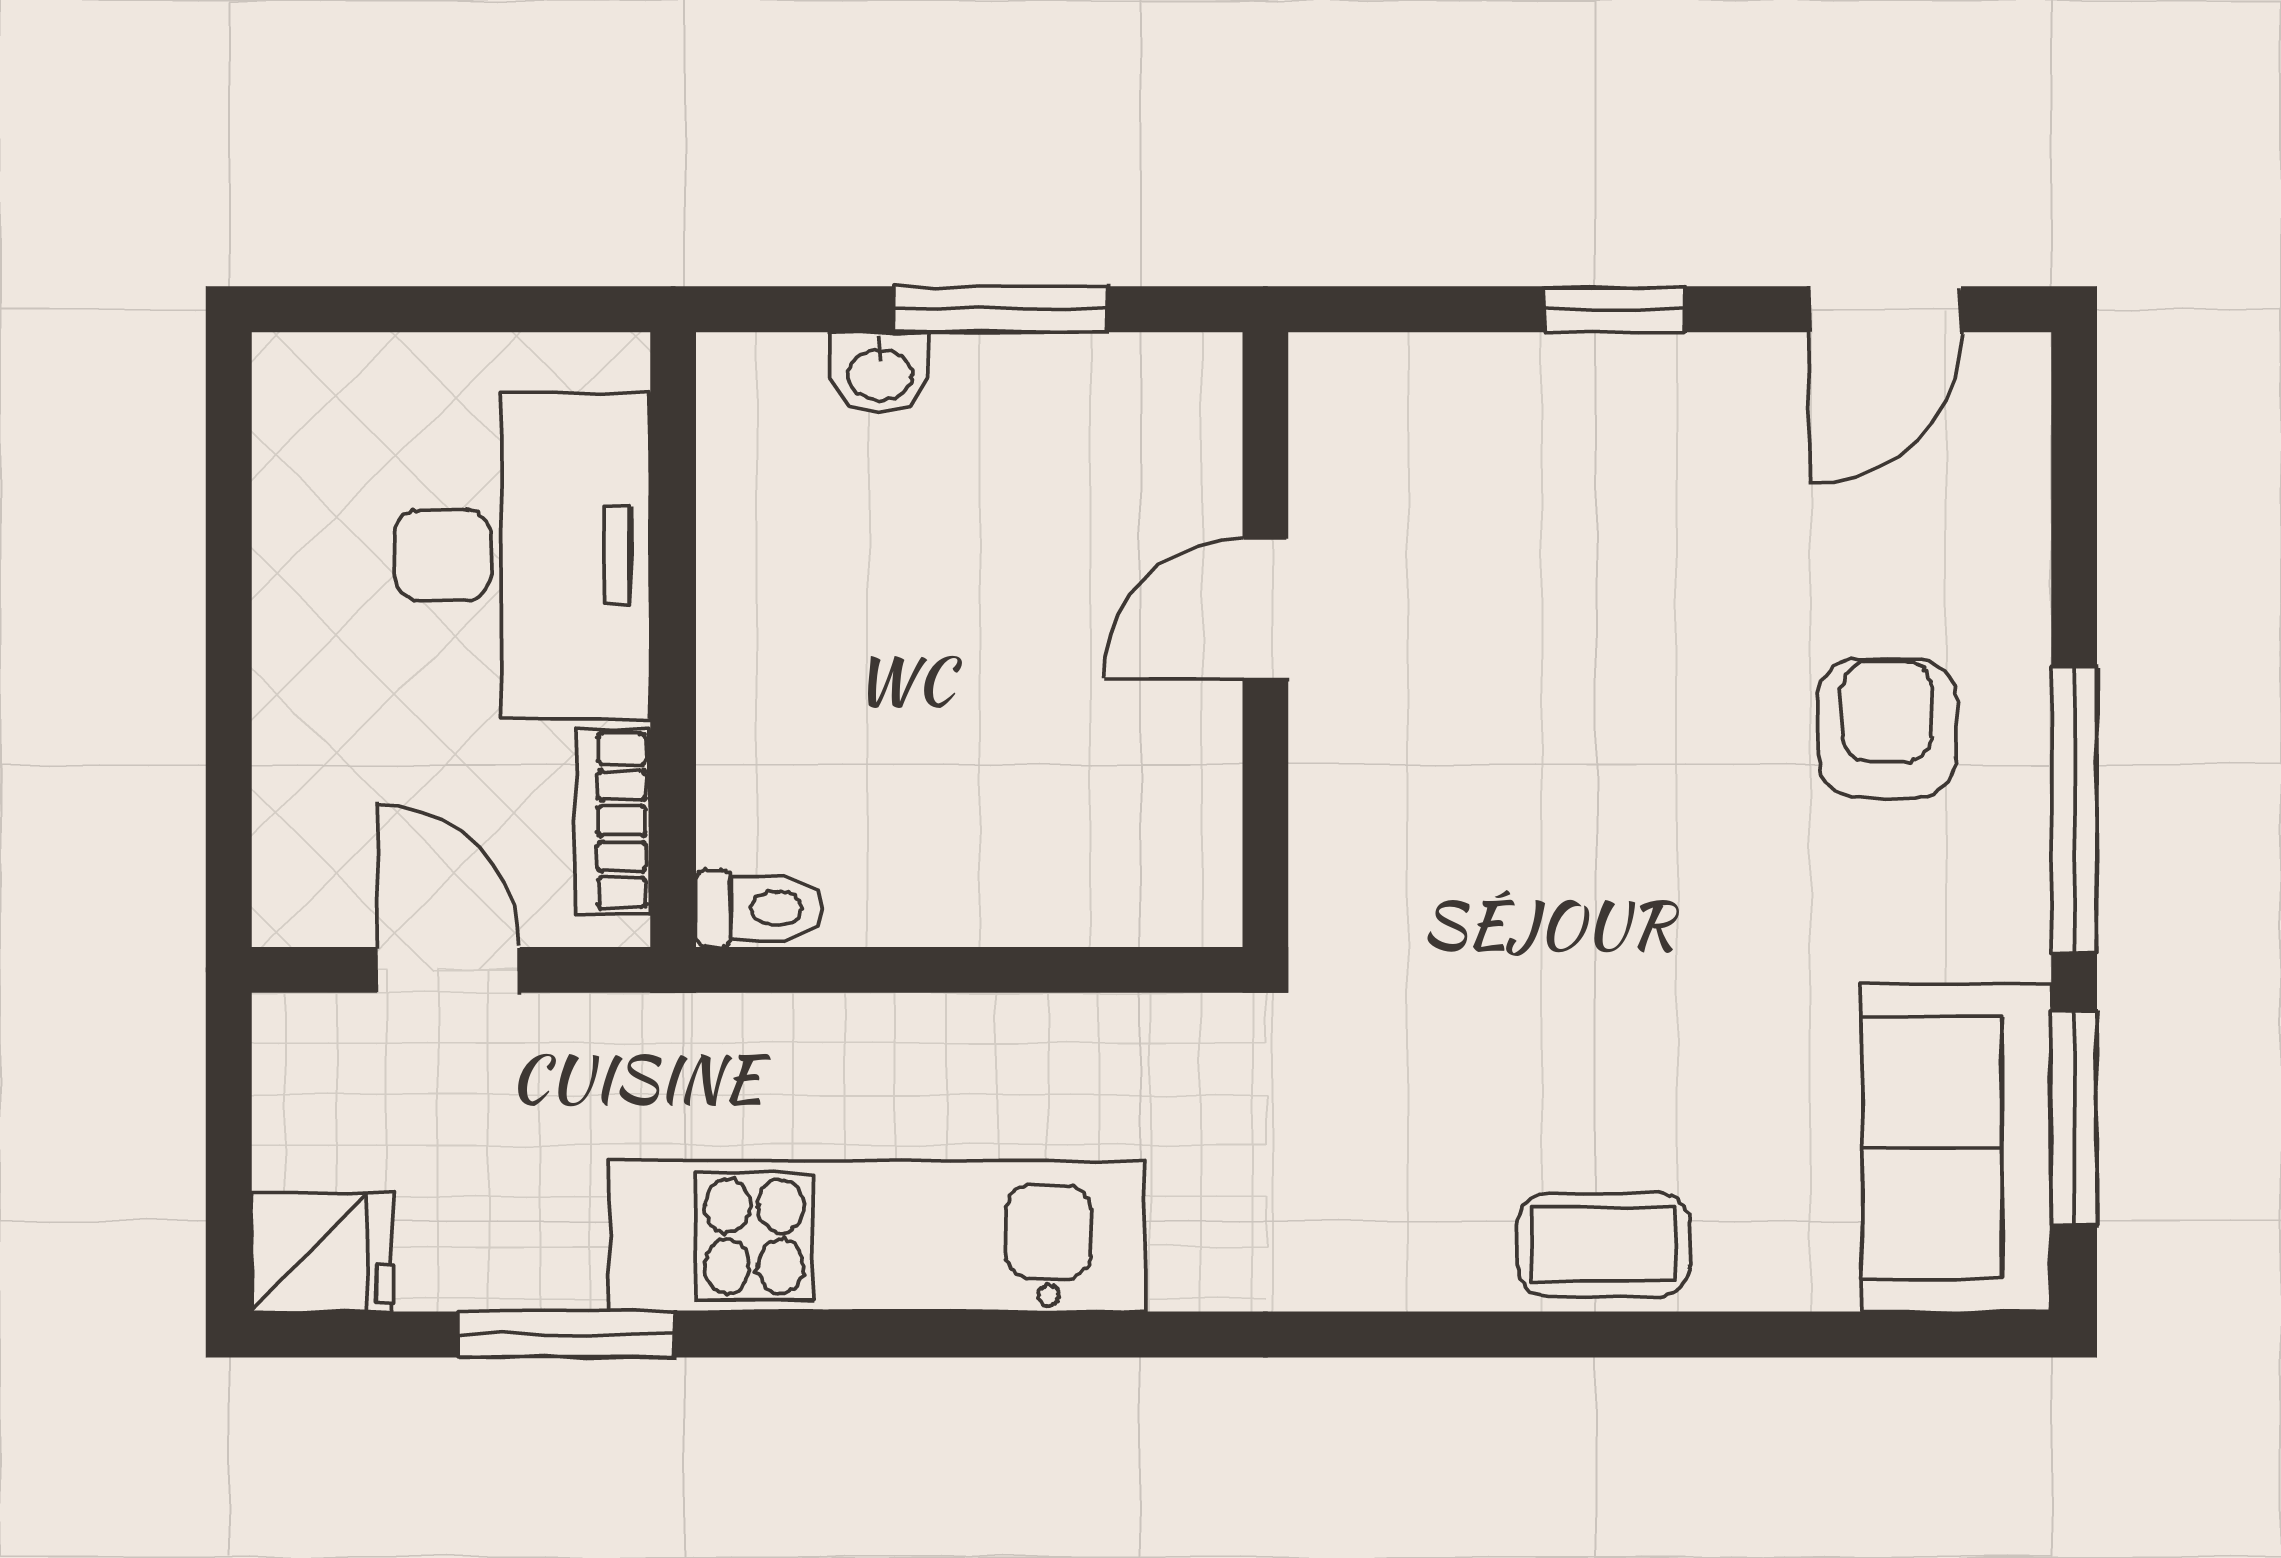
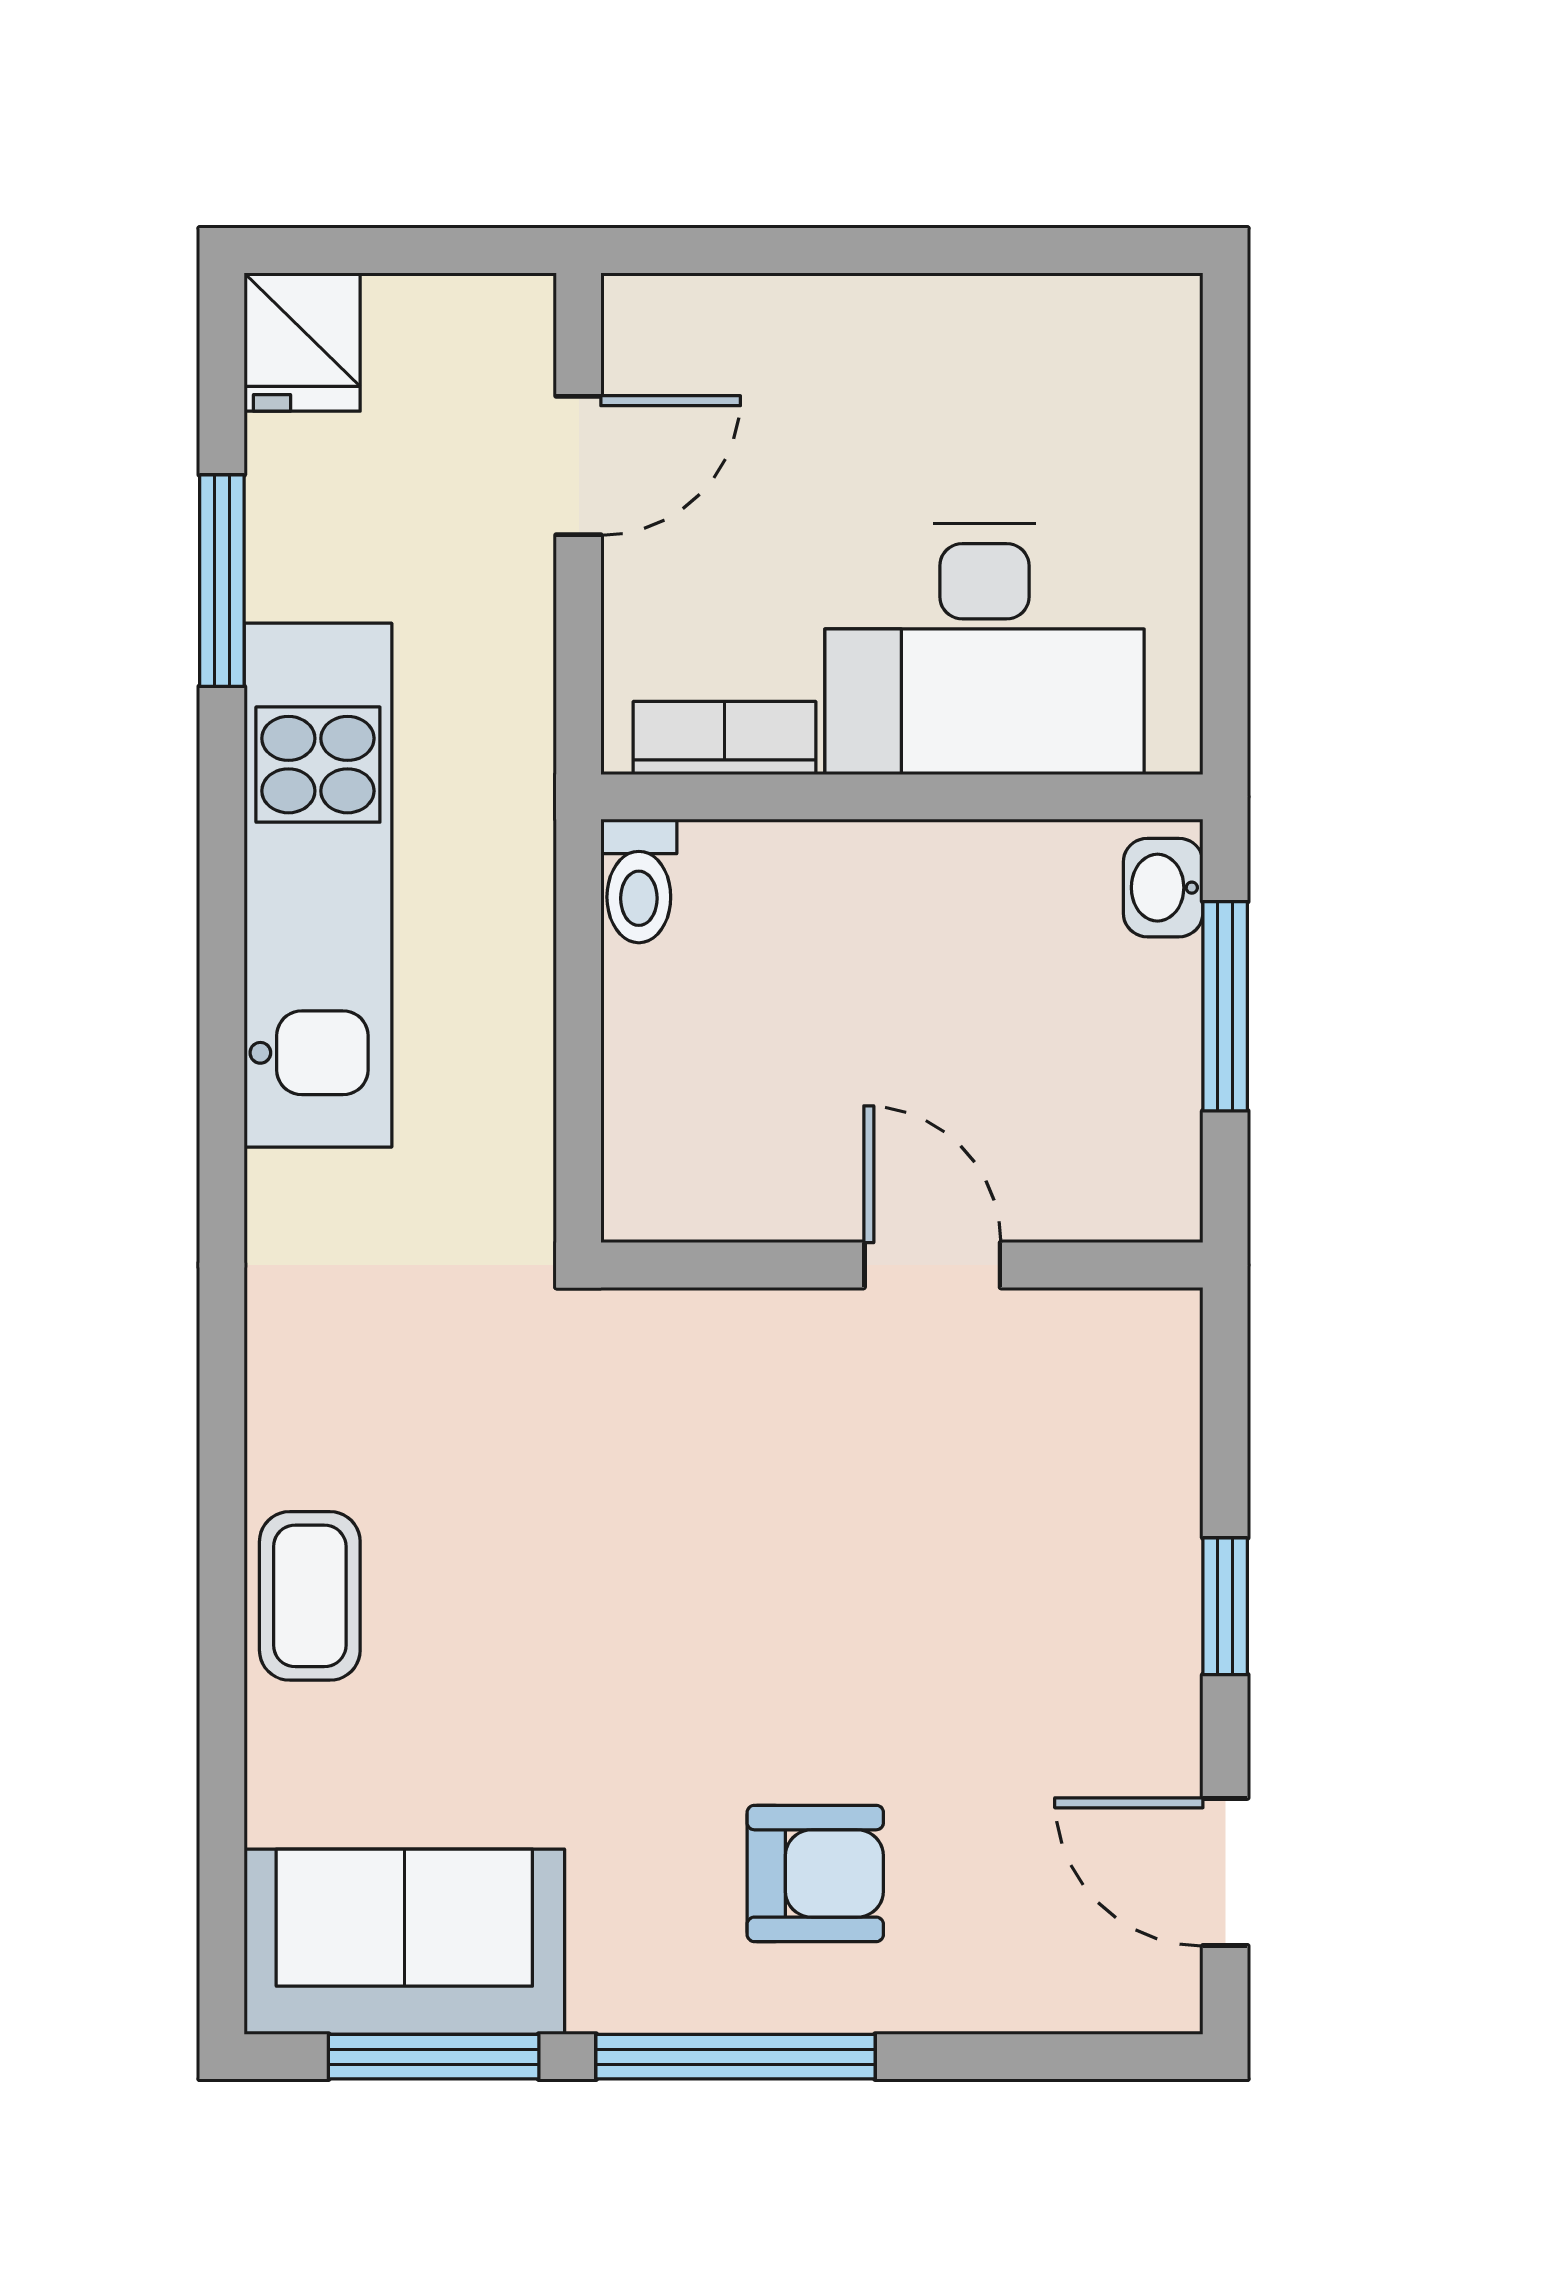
desk: (522, 555) -> (984, 649), moved
wall: (673, 640) -> (902, 797), moved
bookcase: (613, 821) -> (724, 738), moved
toilet: (759, 908) -> (639, 881), moved

